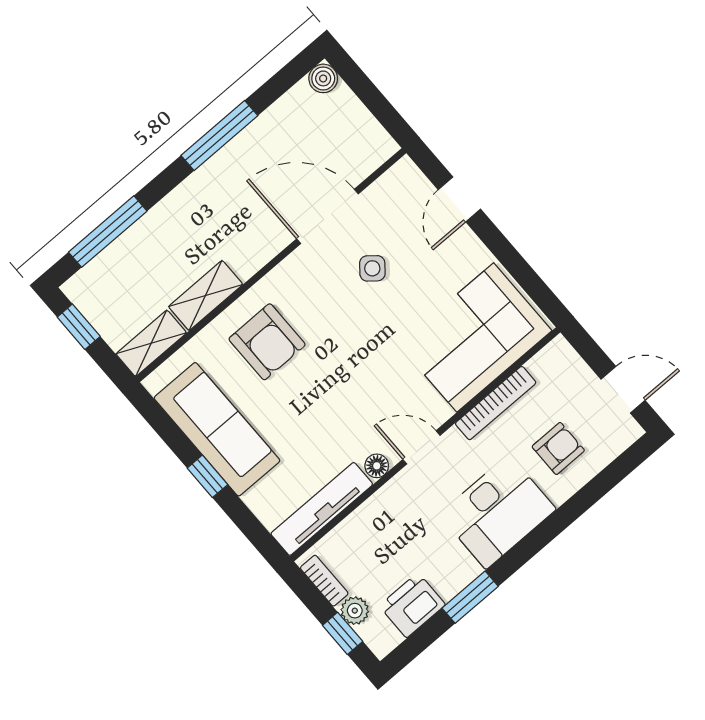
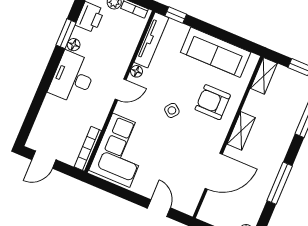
side table: (372, 268) -> (172, 110), moved
shelving: (206, 295) -> (241, 131), moved
bookcase: (496, 403) -> (88, 149), moved
armchair: (558, 449) -> (60, 119), removed
window: (207, 476) -> (176, 15), moved
floor lamp: (466, 571) -> (74, 45), added

